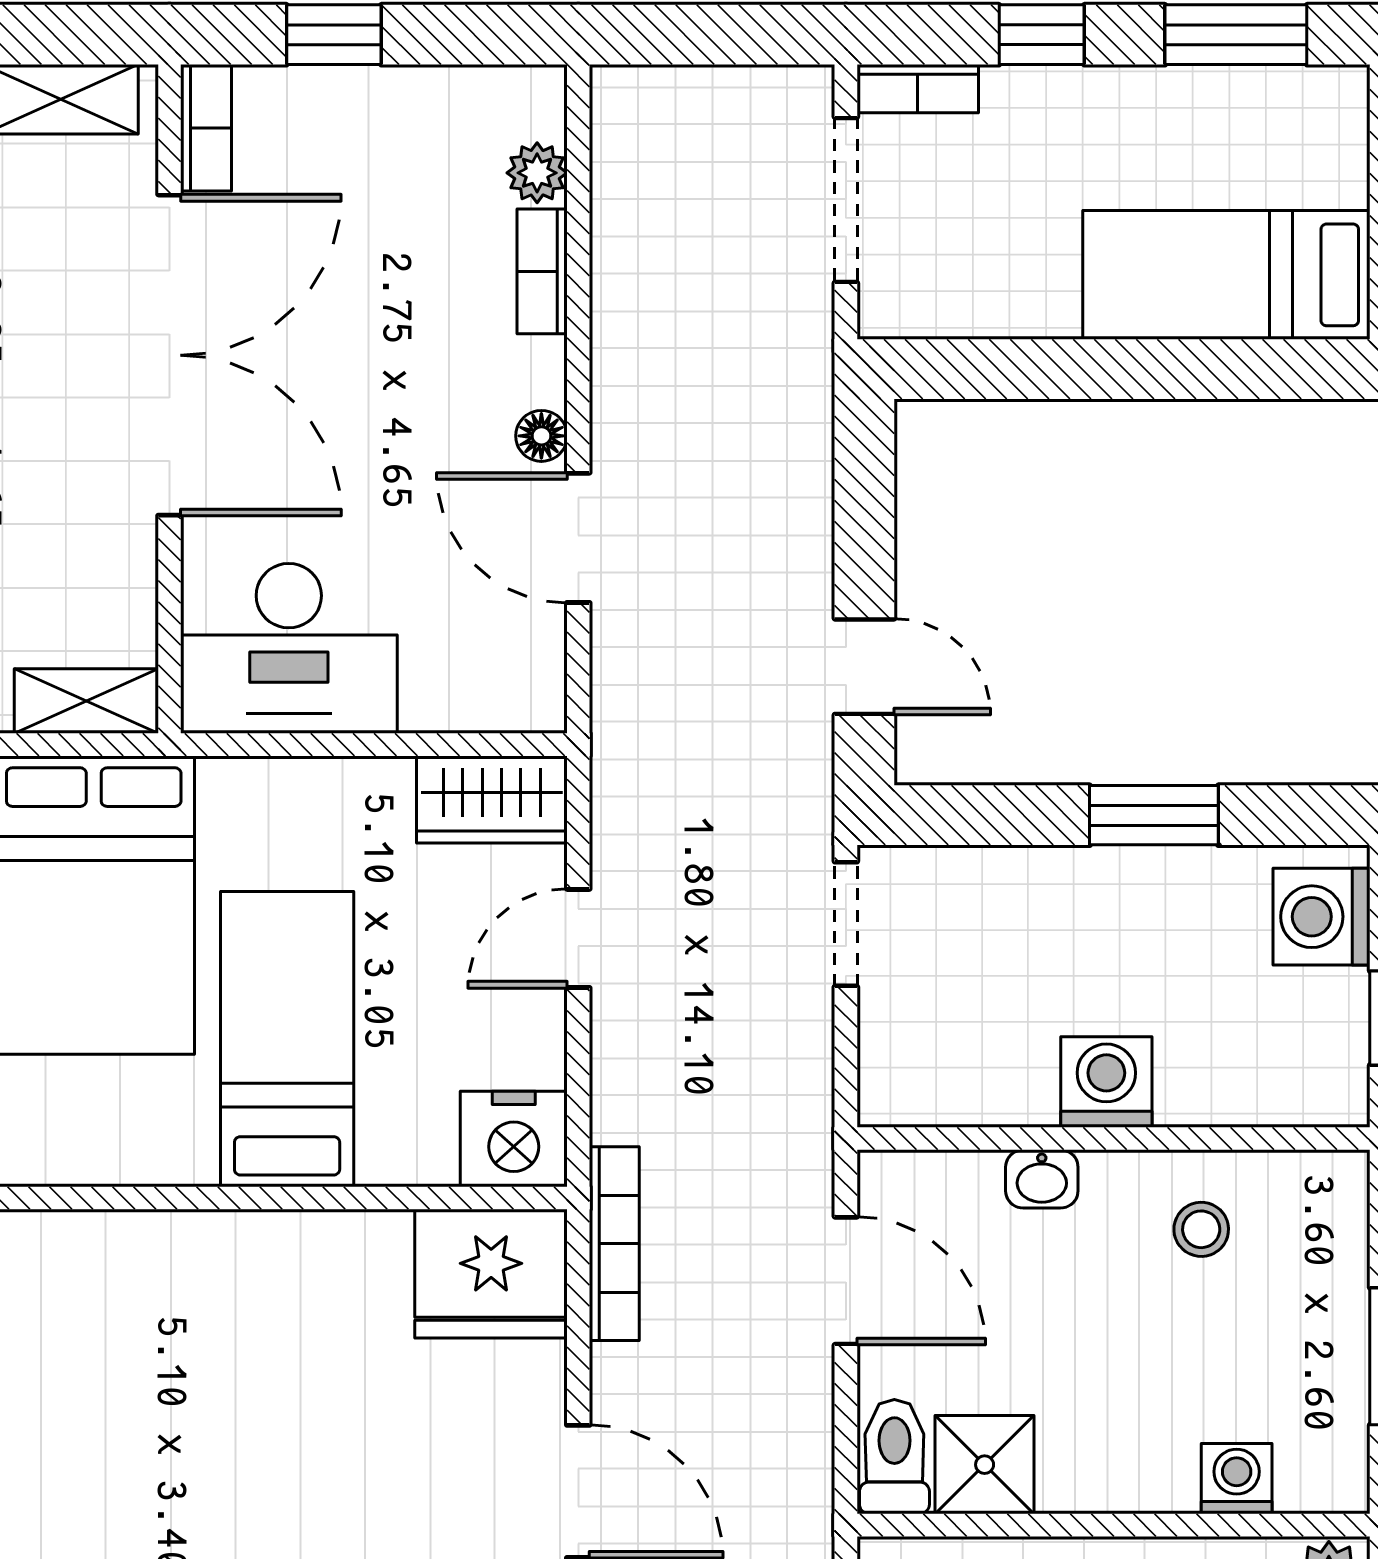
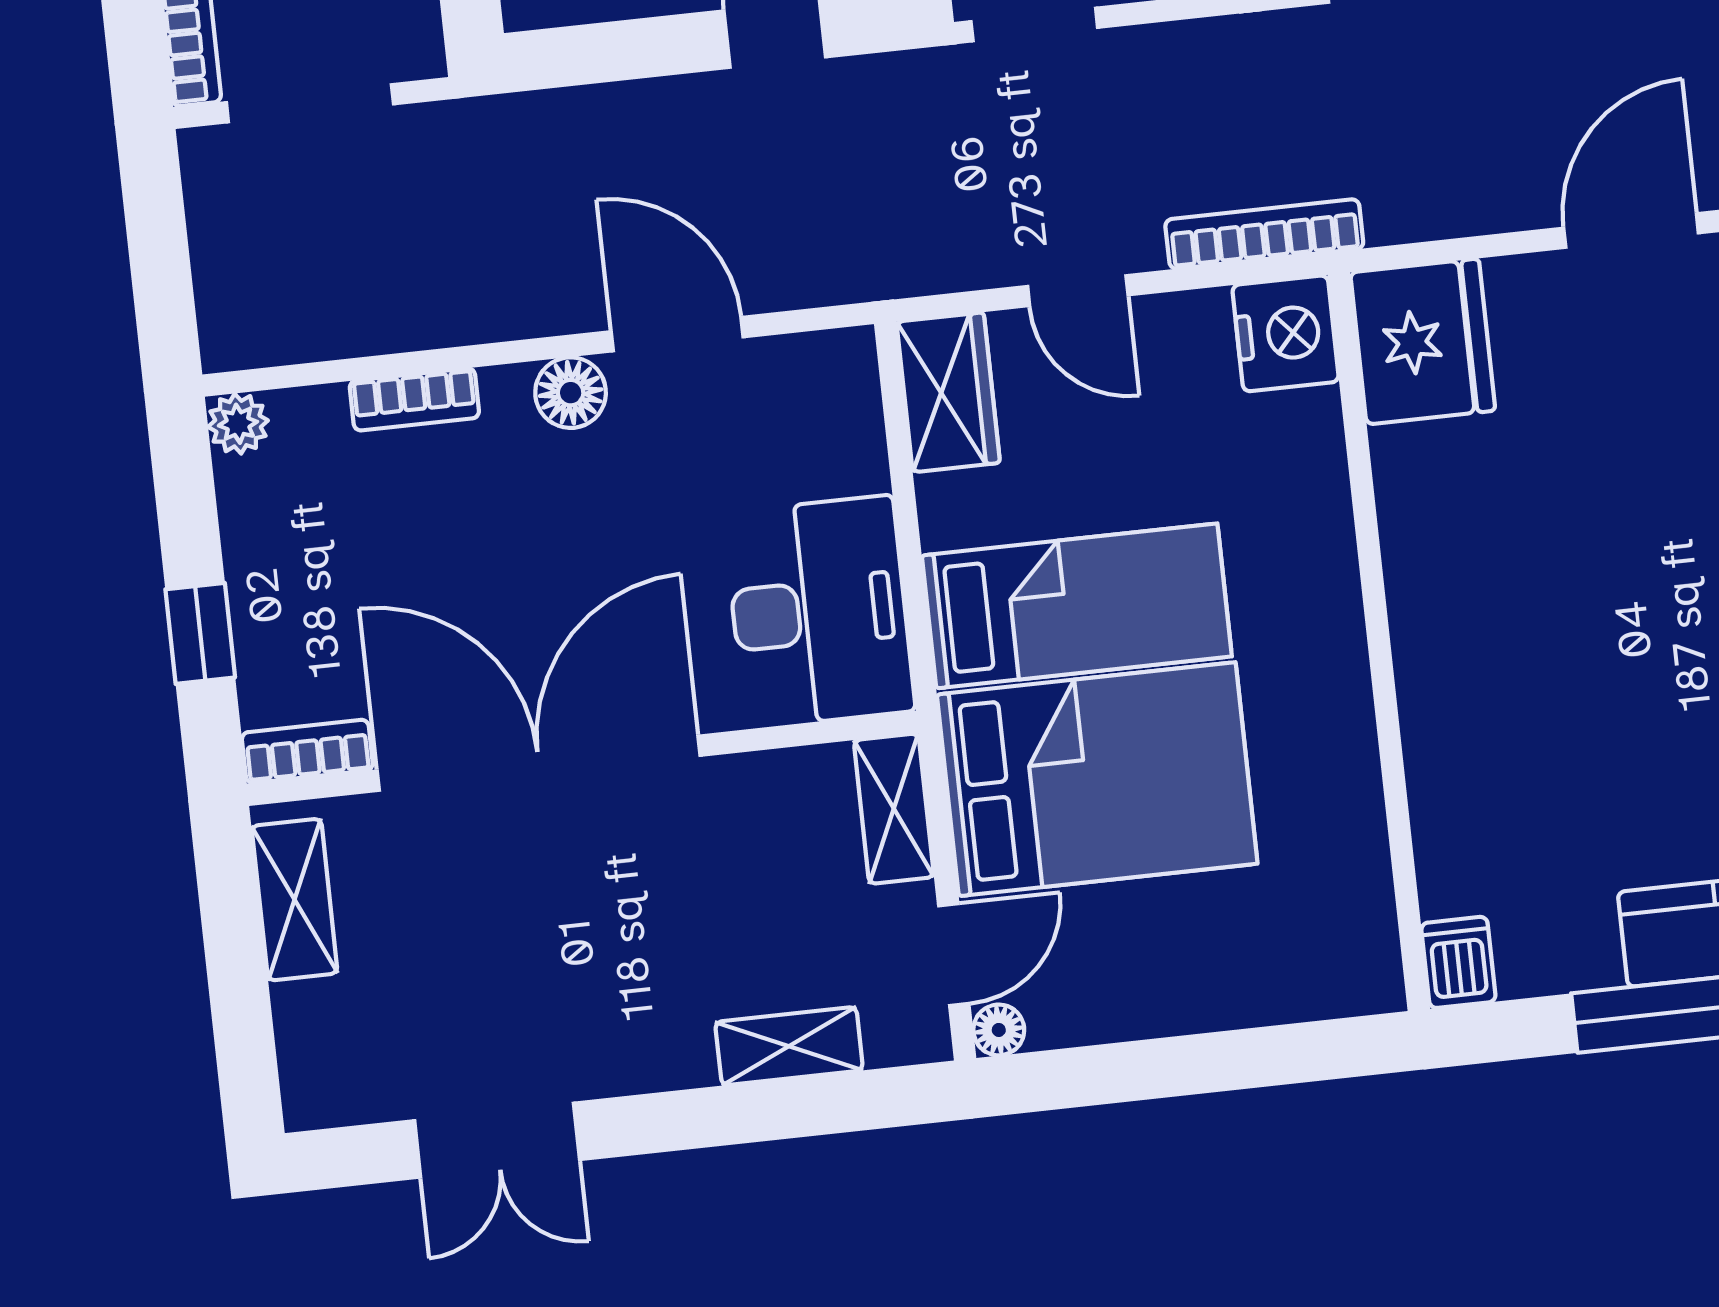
plant: (537, 173) -> (238, 424), moved
floor lamp: (541, 436) -> (571, 393), width x1.37, depth x1.37
door: (578, 538) -> (677, 334), swing flipped
bed: (287, 1039) -> (1077, 606), moved, turned 180
bookcase: (614, 1244) -> (1264, 234), moved

